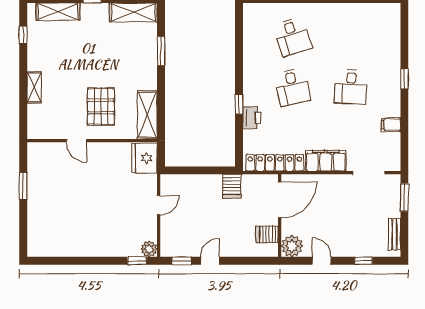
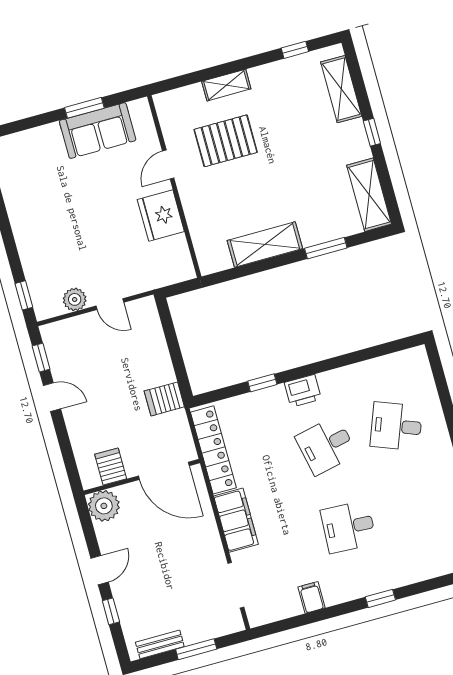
desk: (293, 37) -> (396, 426), turned 39
window: (239, 104) -> (262, 383), moved
pallet: (101, 106) -> (226, 141), moved
shelving: (147, 115) -> (265, 245), moved
printer: (252, 118) -> (303, 391), moved
fridge: (144, 158) -> (161, 216), moved, turned -90
sofa: (41, 181) -> (98, 131), added
window: (404, 197) -> (196, 649), moved
plant: (149, 249) -> (75, 299), moved
door: (322, 261) -> (100, 570), moved

